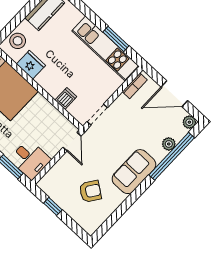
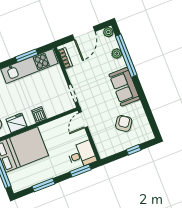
dishwasher: (66, 98) -> (39, 115), moved
door: (72, 142) -> (83, 120), swing flipped
window: (53, 206) -> (134, 150), moved

